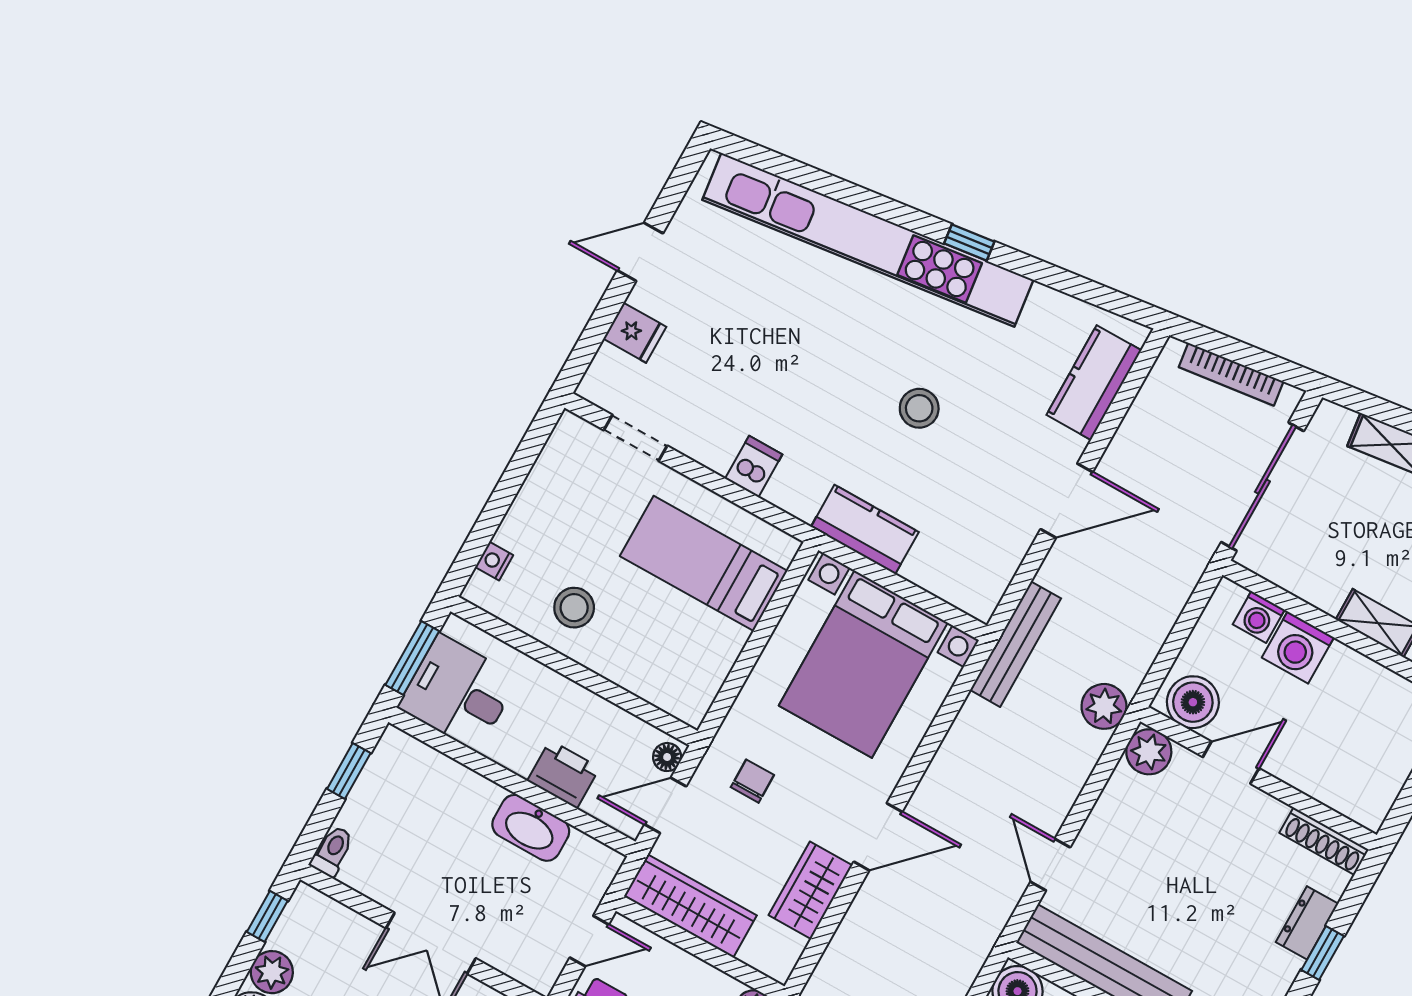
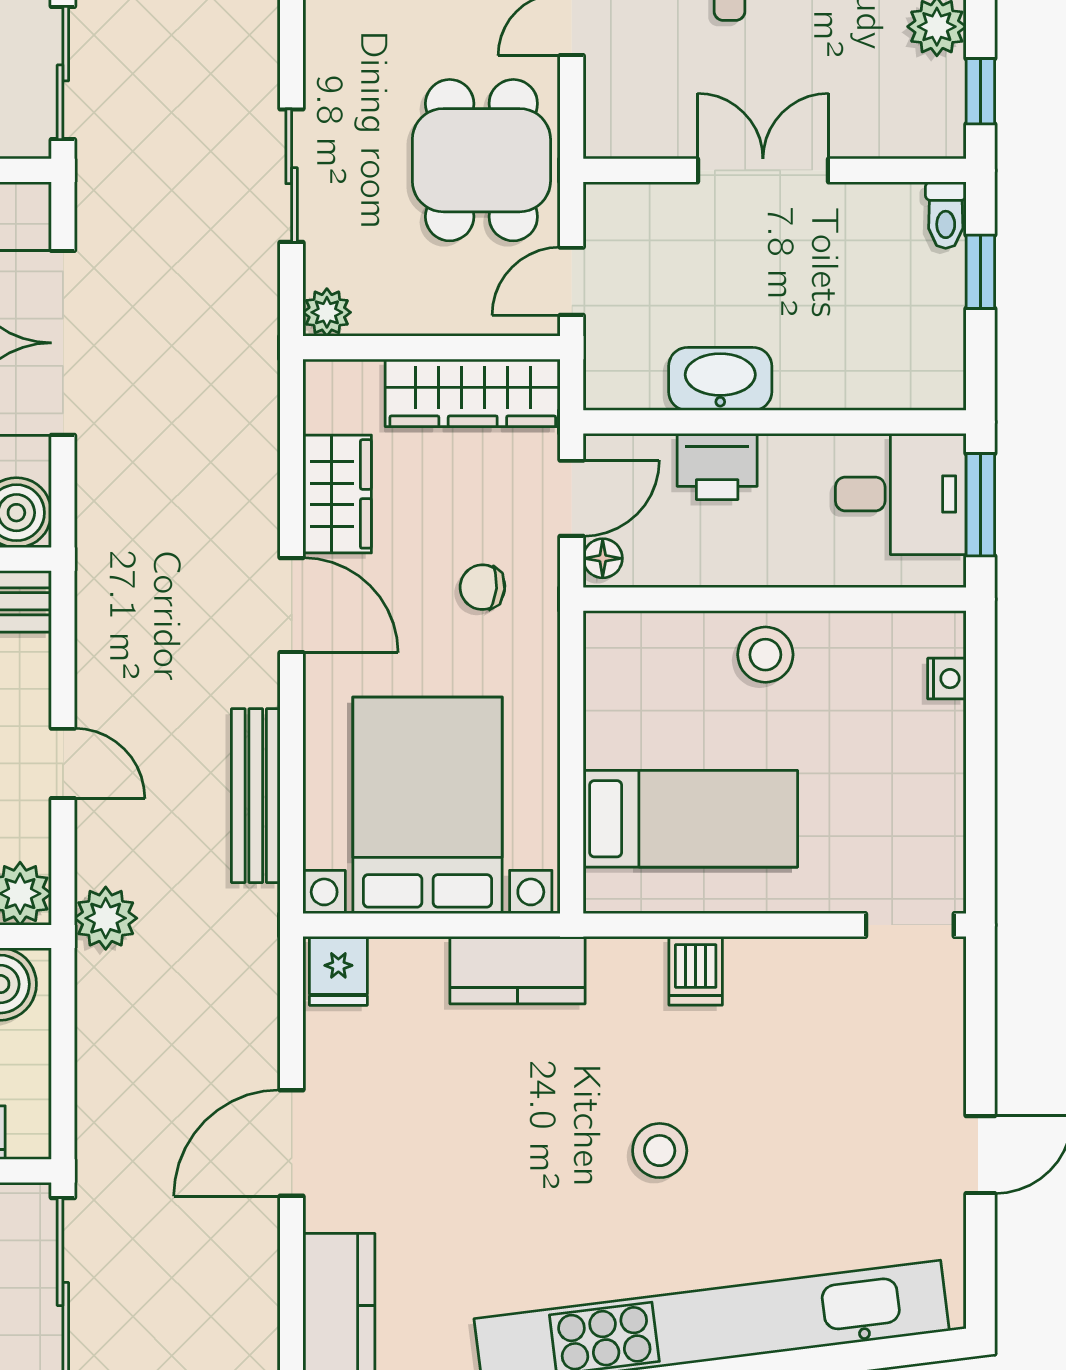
fridge: (635, 333) -> (338, 971), moved, turned -90
stool: (919, 408) -> (660, 1151), moved
doorway: (636, 438) -> (910, 925), moved
stool: (574, 608) -> (765, 655), moved
bench: (1016, 644) -> (256, 796), moved
window: (349, 771) -> (980, 272), moved
chair: (752, 781) -> (482, 587), turned 95
door: (878, 837) -> (292, 605), swing flipped
door: (1050, 865) -> (63, 763), moved

